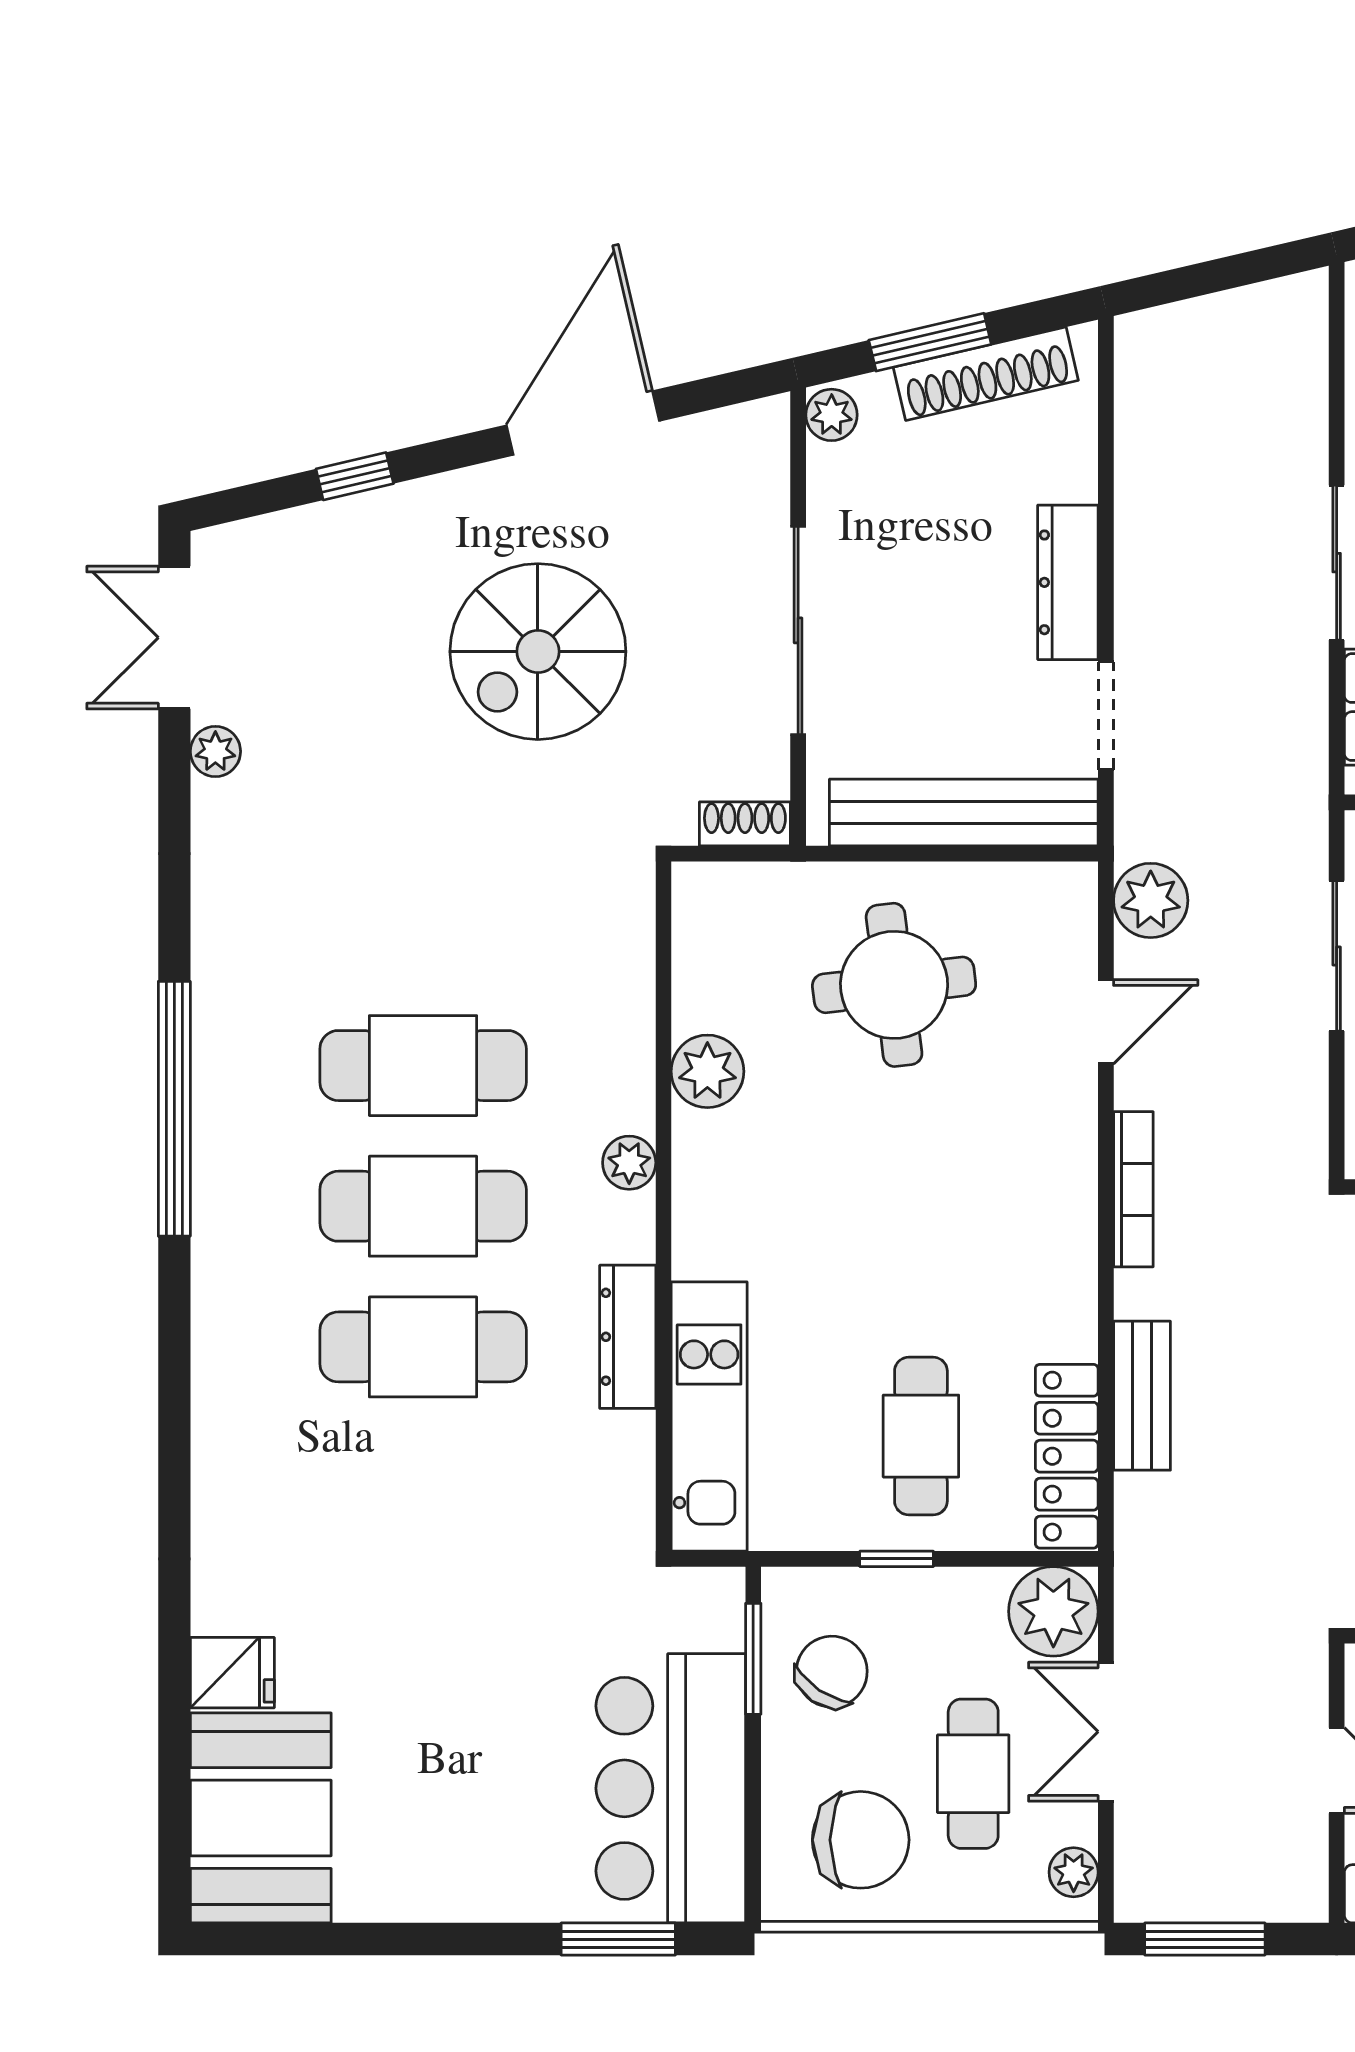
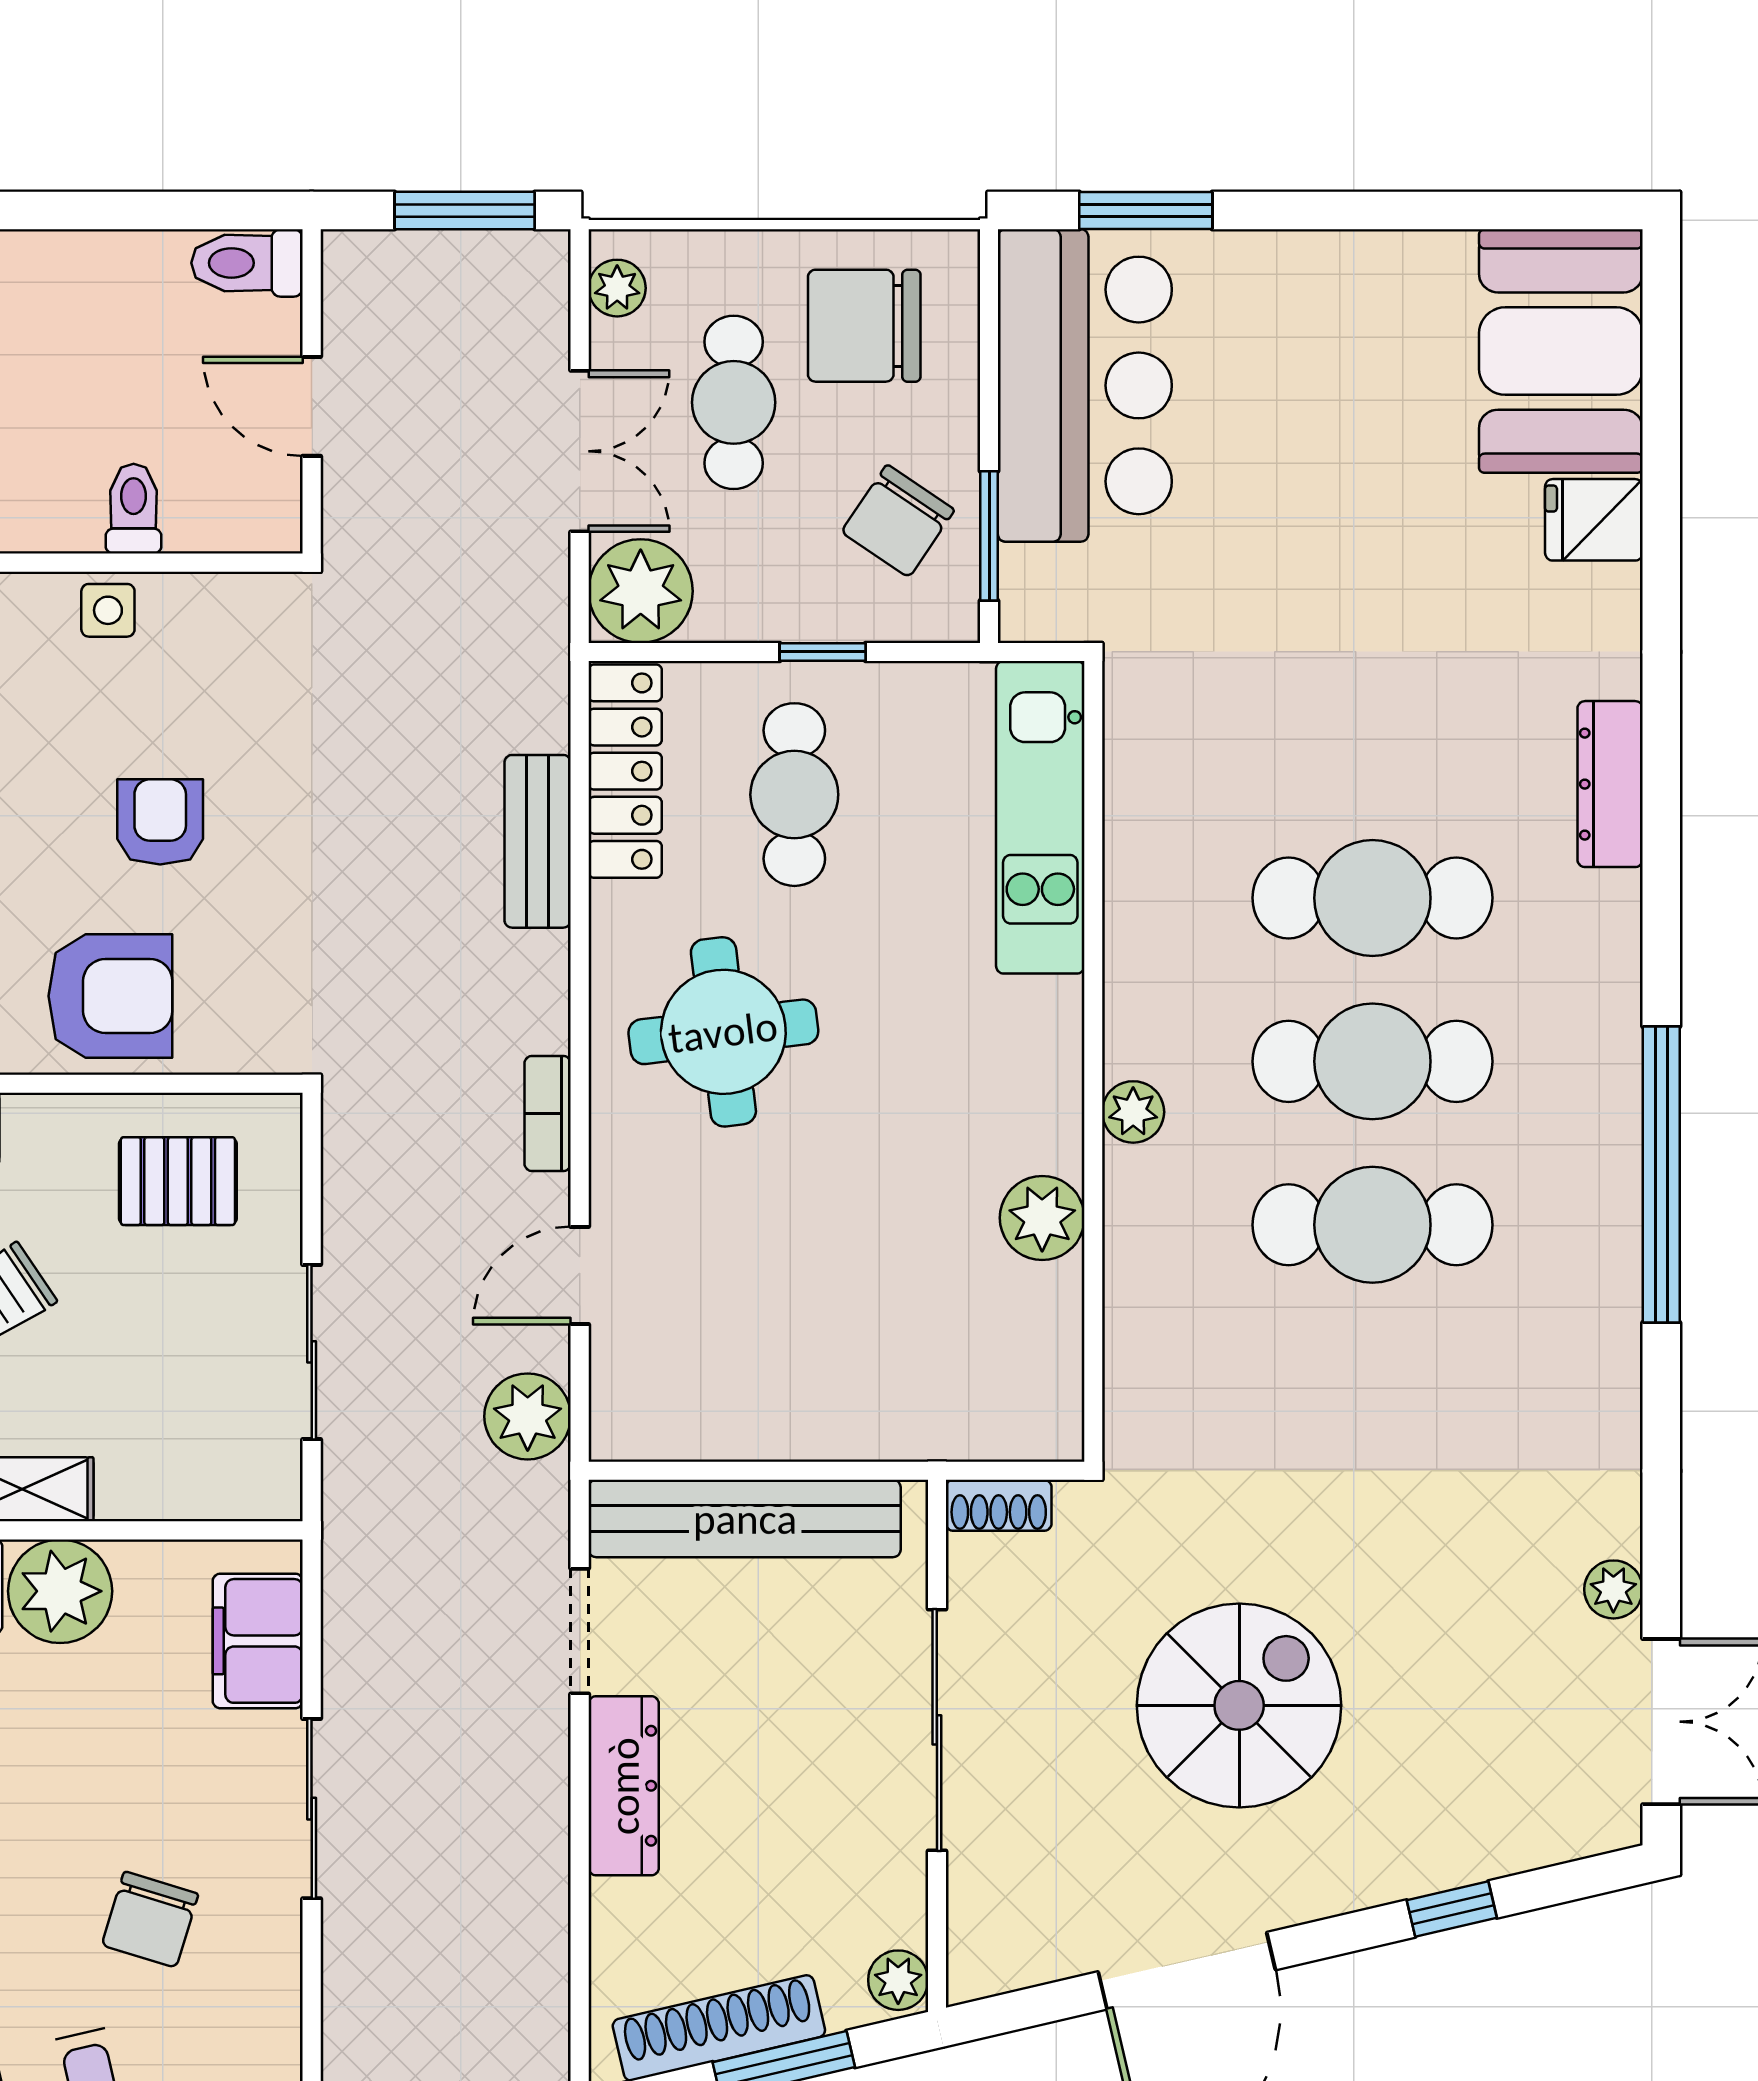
round table: (894, 985) -> (723, 1032), moved
bookcase: (1133, 1189) -> (548, 1113), width x0.64
dresser: (628, 1337) -> (1610, 784), moved, turned 180

